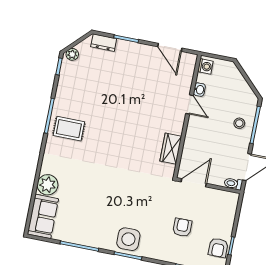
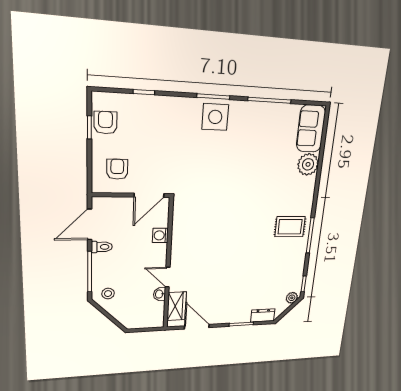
washing machine: (205, 66) -> (160, 235), moved
stool: (239, 123) -> (108, 294), moved
wardrobe: (171, 149) -> (177, 306), moved
toilet: (233, 184) -> (102, 247), moved
armchair: (182, 227) -> (117, 169), moved, turned 180

